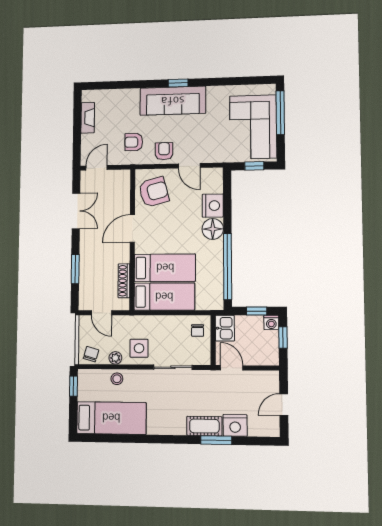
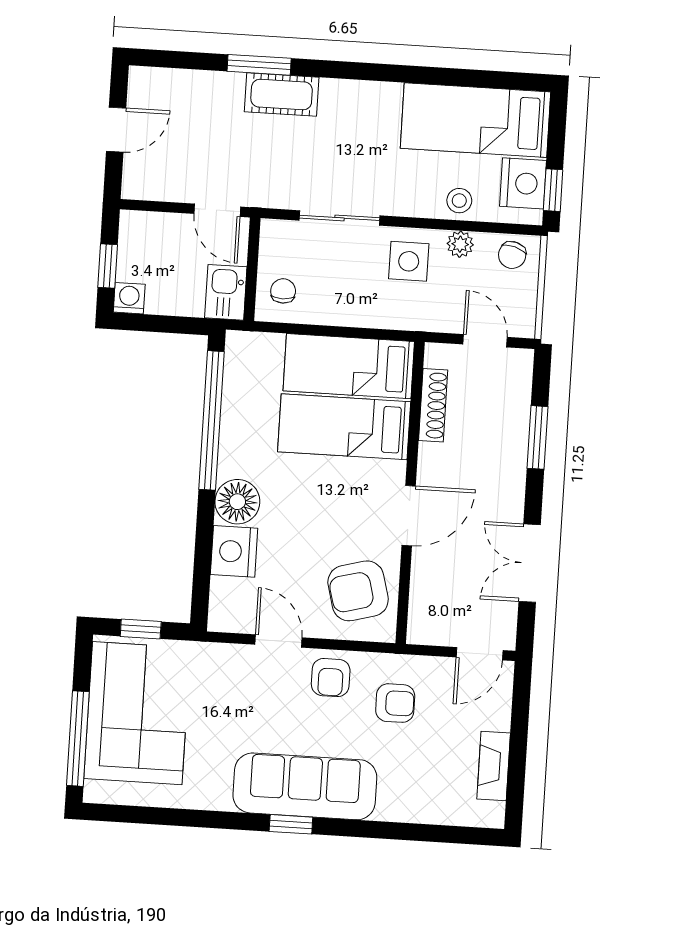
window: (257, 311) -> (158, 324), removed
nightstand: (235, 425) -> (523, 183), moved, turned 90

